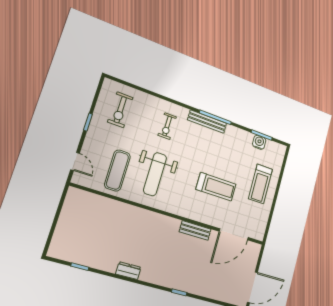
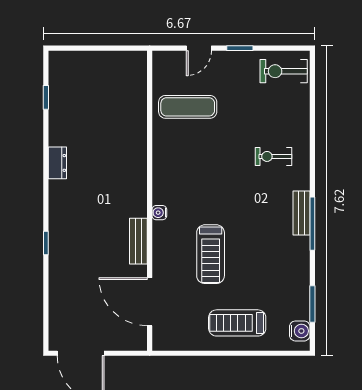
exercise bike: (120, 110) -> (284, 71), moved
bench: (207, 122) -> (301, 213), width x0.73
water cooler: (259, 142) -> (300, 331), moved
door: (75, 161) -> (199, 48), moved
weight bench: (155, 174) -> (200, 160), removed
water cooler: (181, 211) -> (159, 213), added

